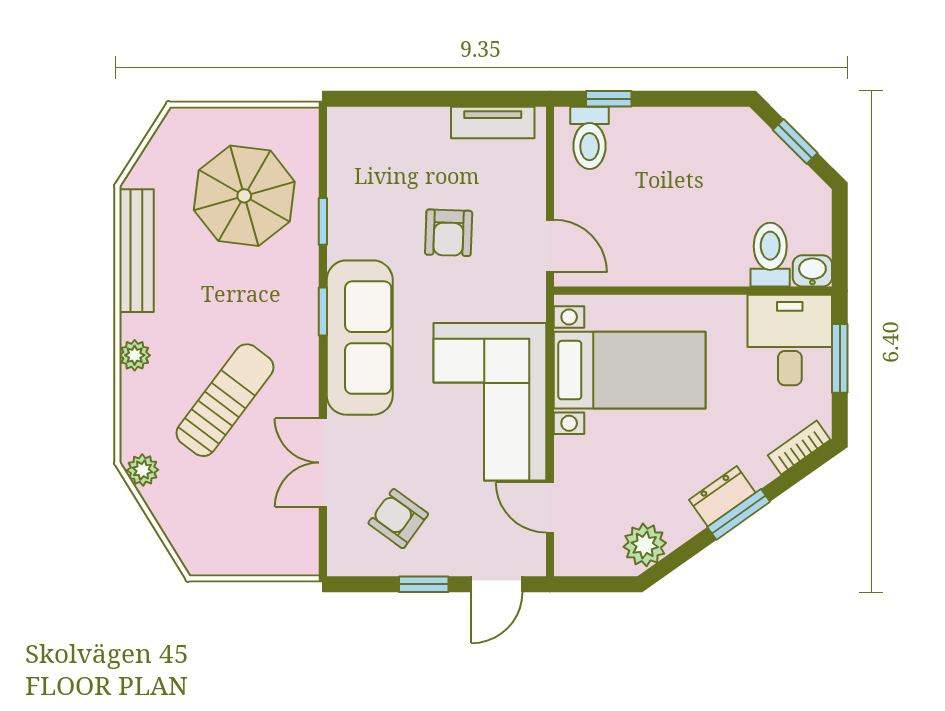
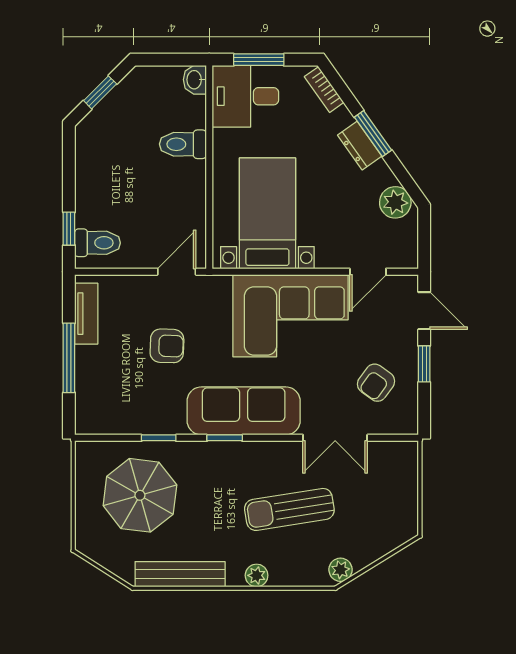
window: (432, 99) -> (69, 358), added
toilet: (770, 255) -> (183, 144), moved
sun lounger: (225, 400) -> (289, 509), turned -46

